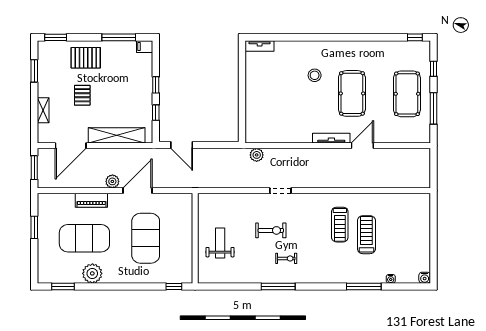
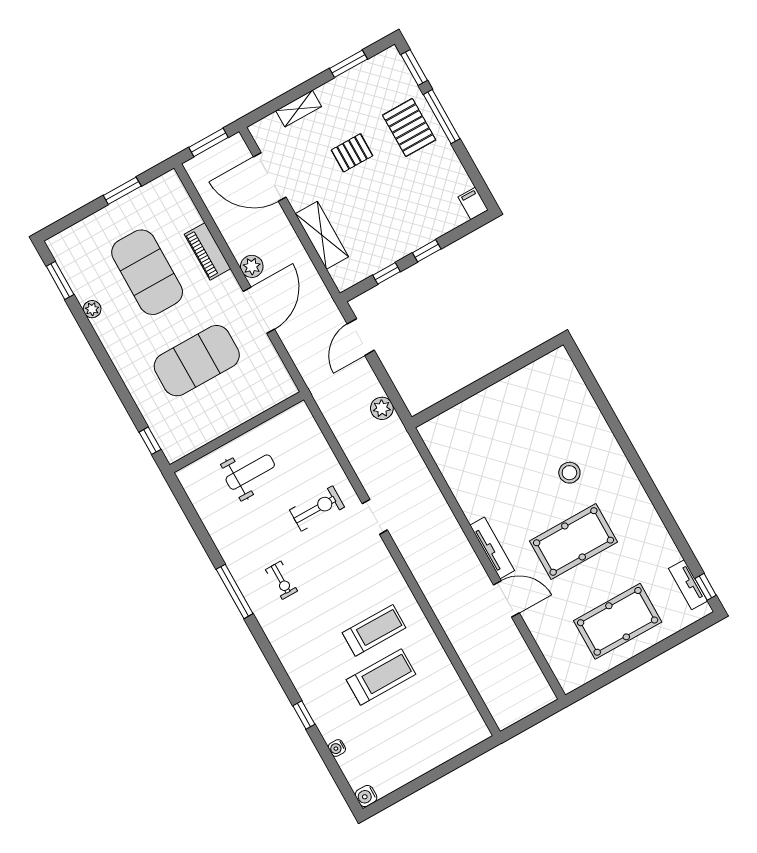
window: (119, 37) -> (442, 117), moved
tv unit: (260, 46) -> (688, 585), moved
window: (434, 69) -> (675, 639), removed
window: (434, 108) -> (618, 672), removed
shelving: (117, 135) -> (322, 235), width x0.68
plant: (257, 155) -> (382, 408), moved
door: (138, 191) -> (259, 310), hinge flipped
treadmill: (340, 225) -> (374, 630), turned 180
exercise bike: (271, 230) -> (317, 508), moved, turned -90
plant: (92, 273) -> (92, 309), width x0.53, depth x0.53
window: (364, 286) -> (304, 715), width x0.46

